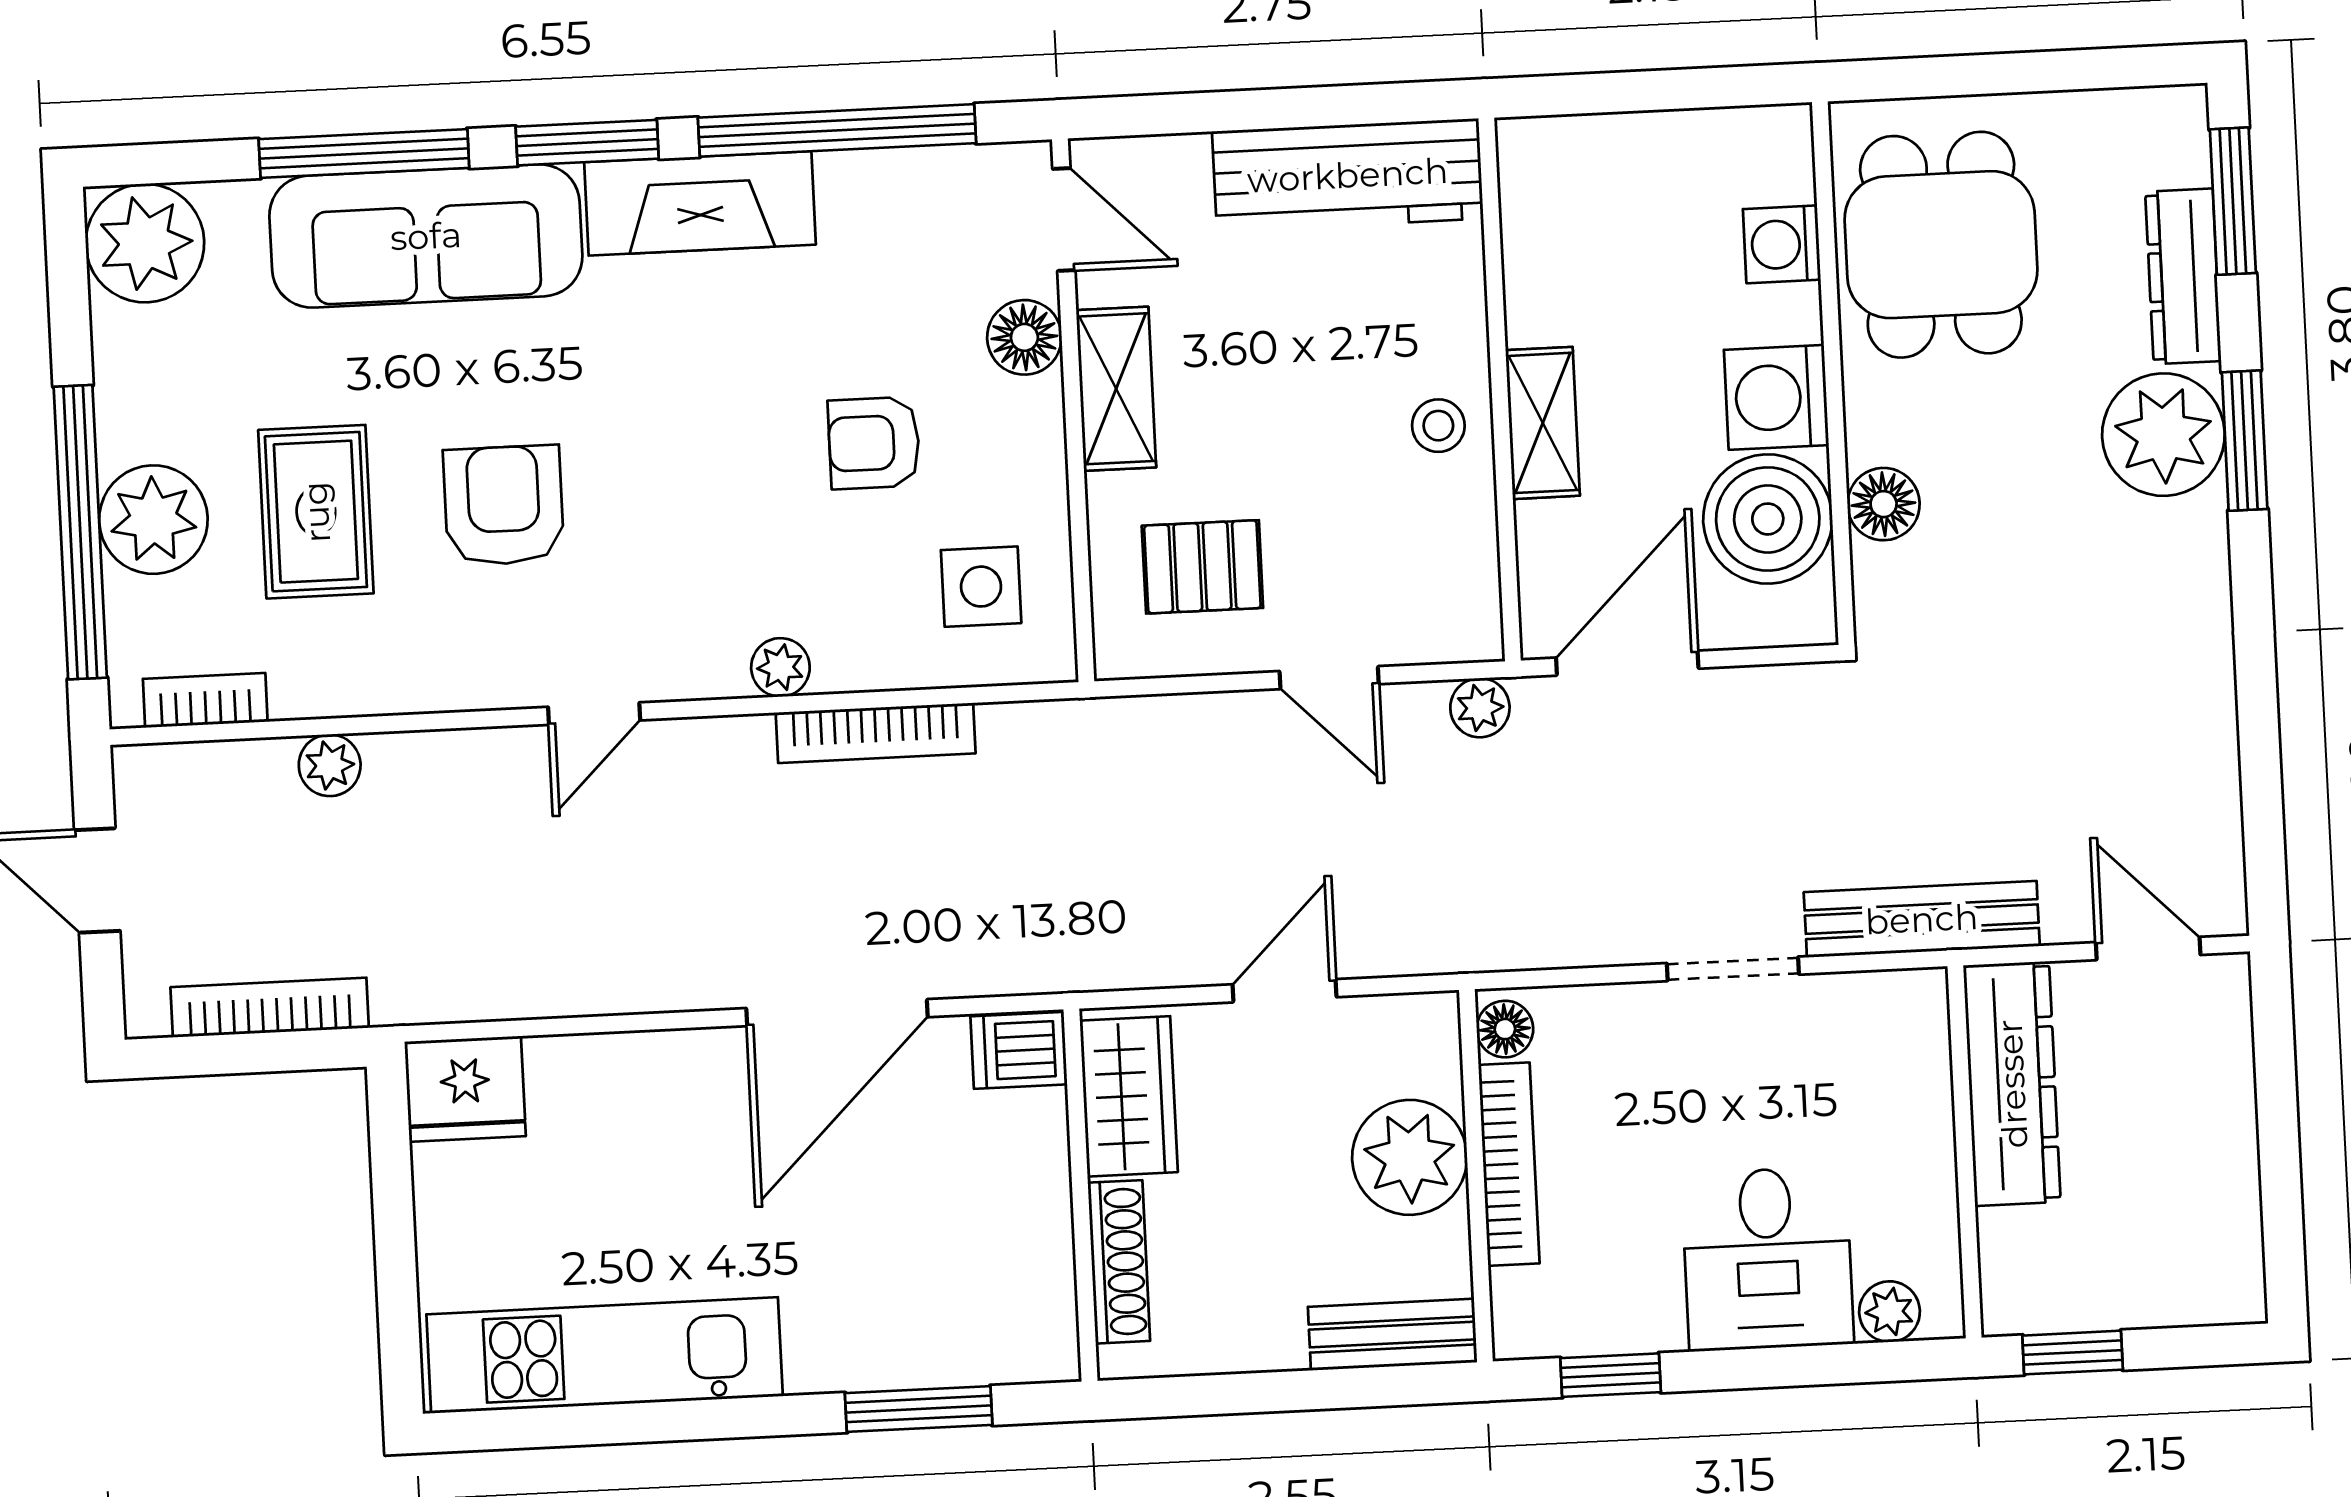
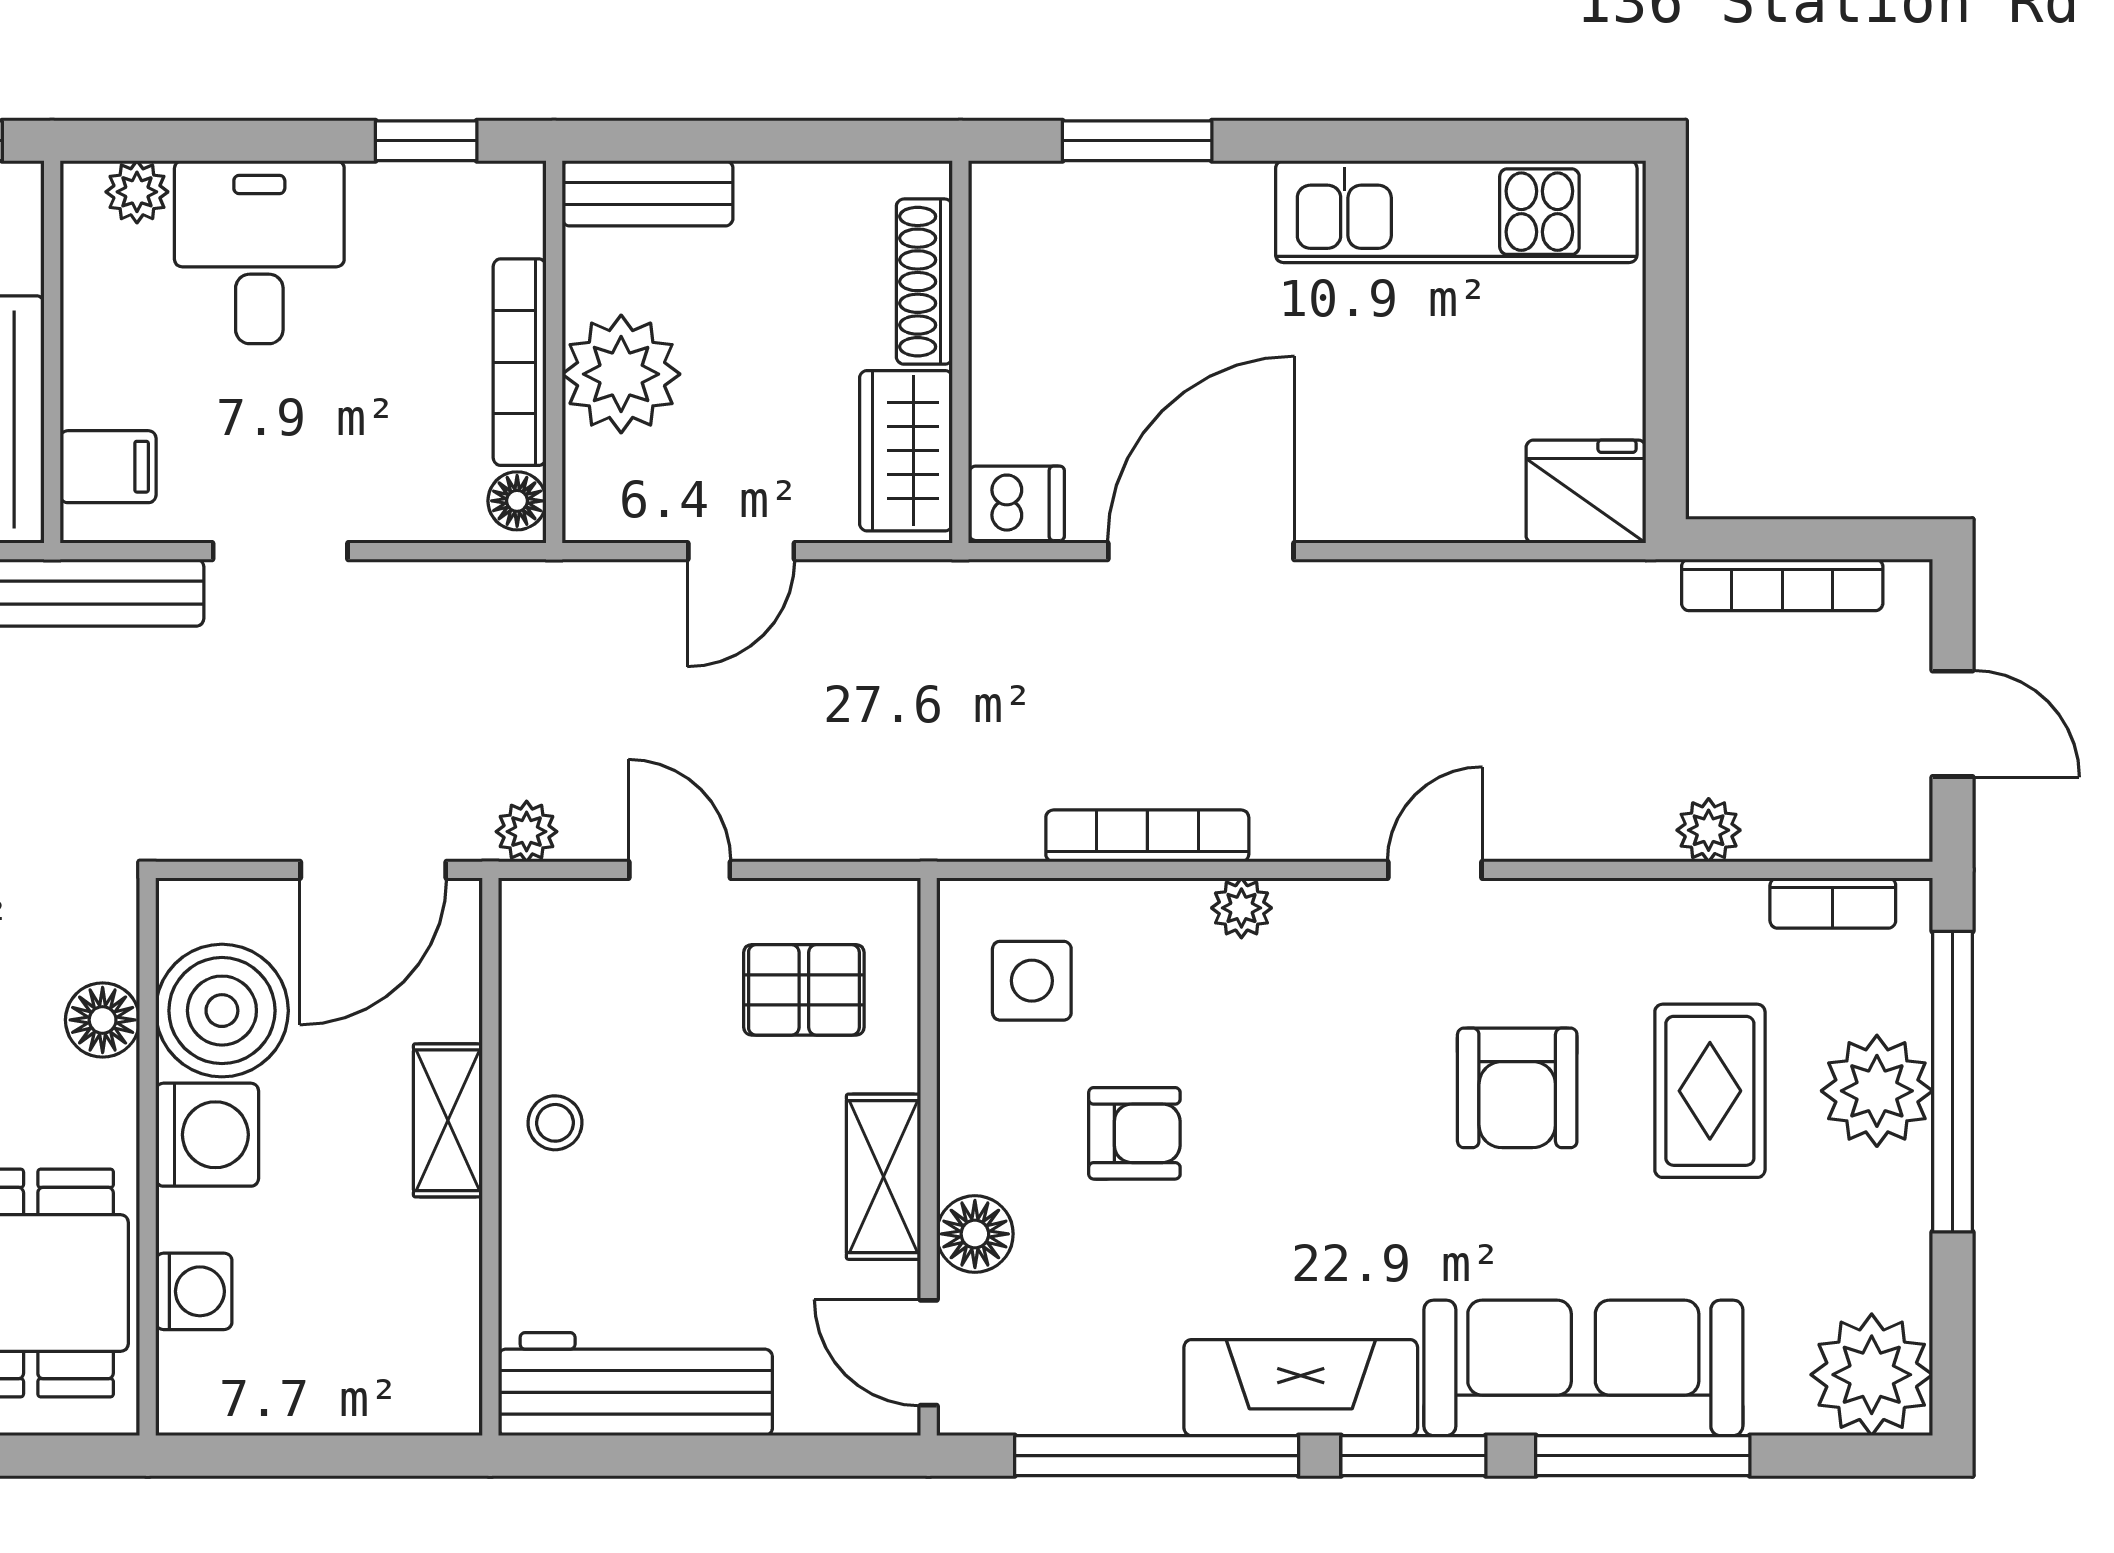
filing cabinet: (1905, 1043) -> (108, 467), added

